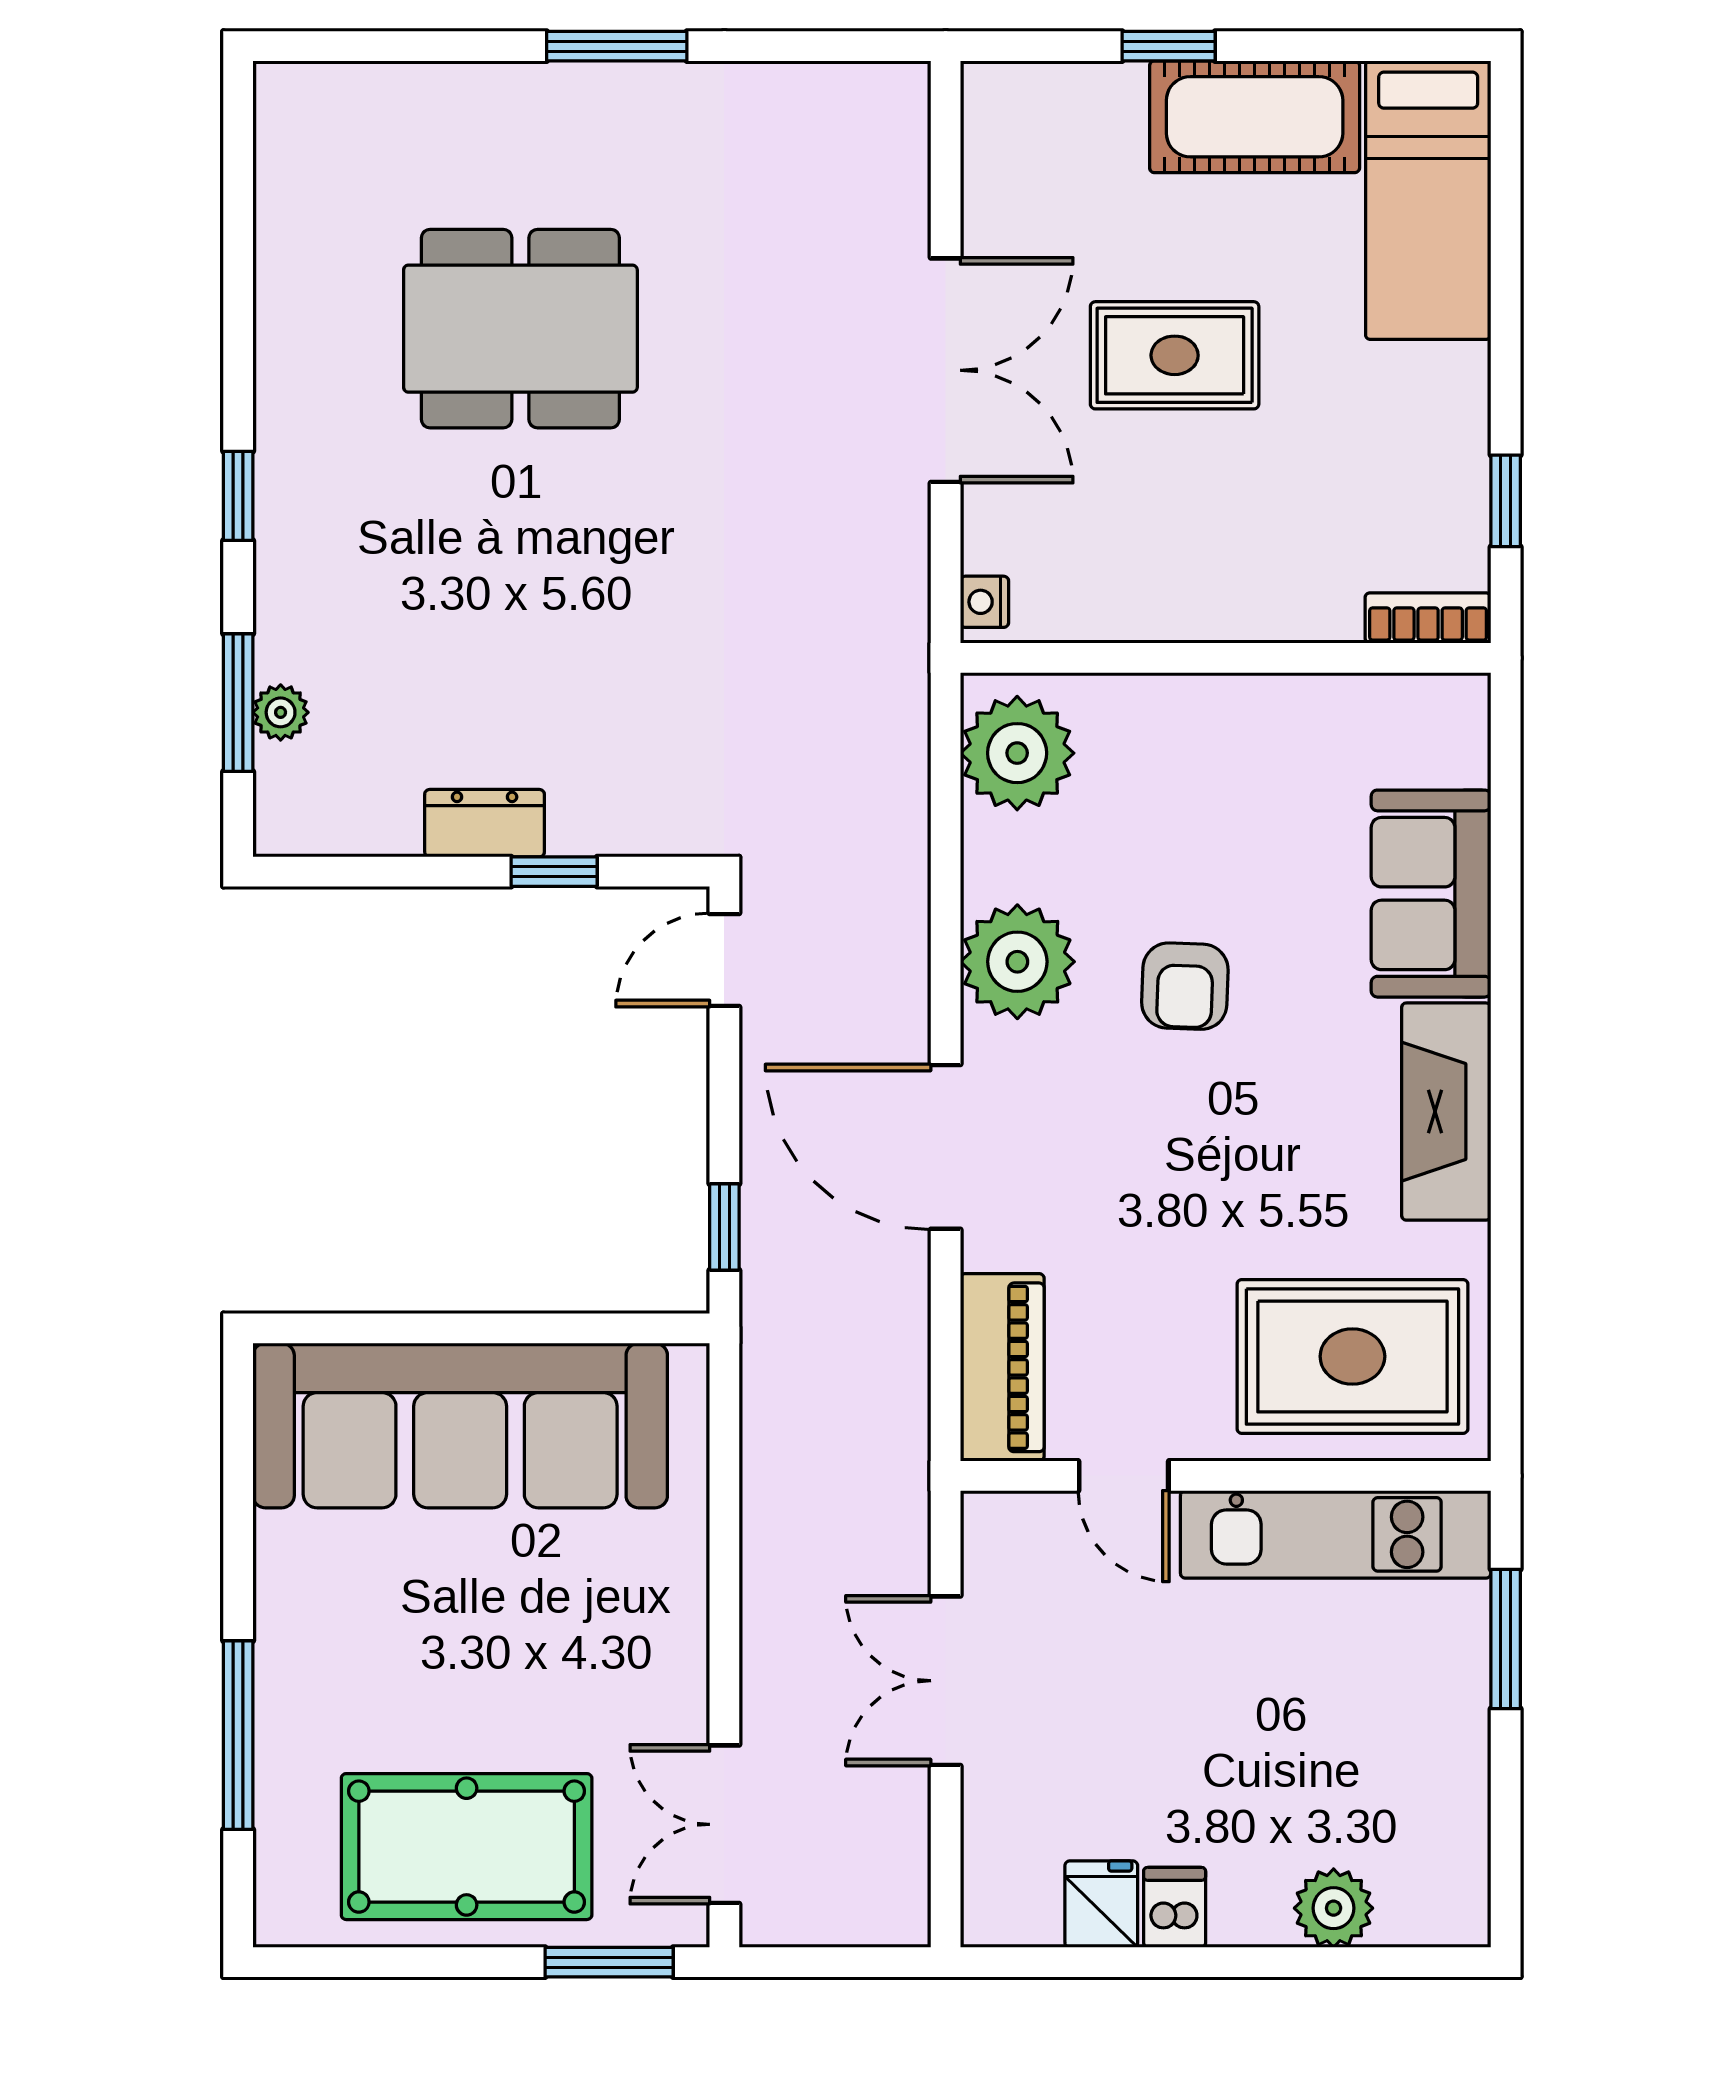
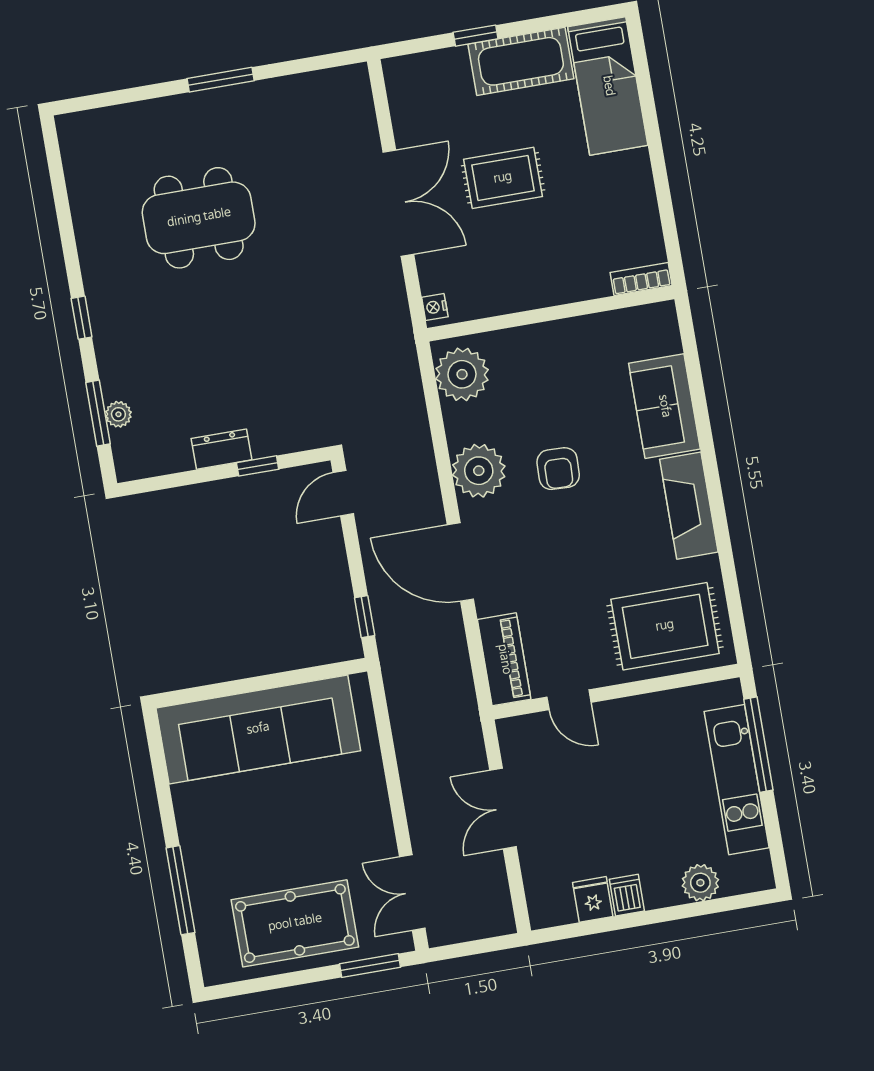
window: (1506, 501) -> (668, 219), removed
kitchen unit: (1336, 1534) -> (737, 780), moved, turned 90
window: (1506, 1639) -> (758, 745), width x1.44

